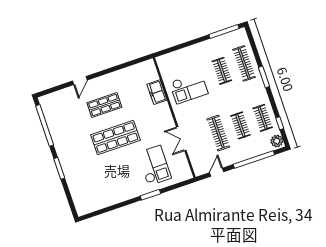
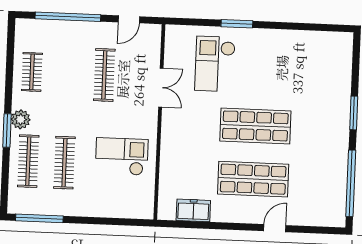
clothes rail: (222, 71) -> (64, 163), width x1.36
freezer: (157, 92) -> (193, 210), moved, turned -90
shop shelf: (104, 105) -> (253, 179), width x1.43, depth x1.36
window: (280, 123) -> (10, 55), removed
clothes rail: (240, 125) -> (68, 73), removed
plant: (277, 141) -> (21, 119), moved

